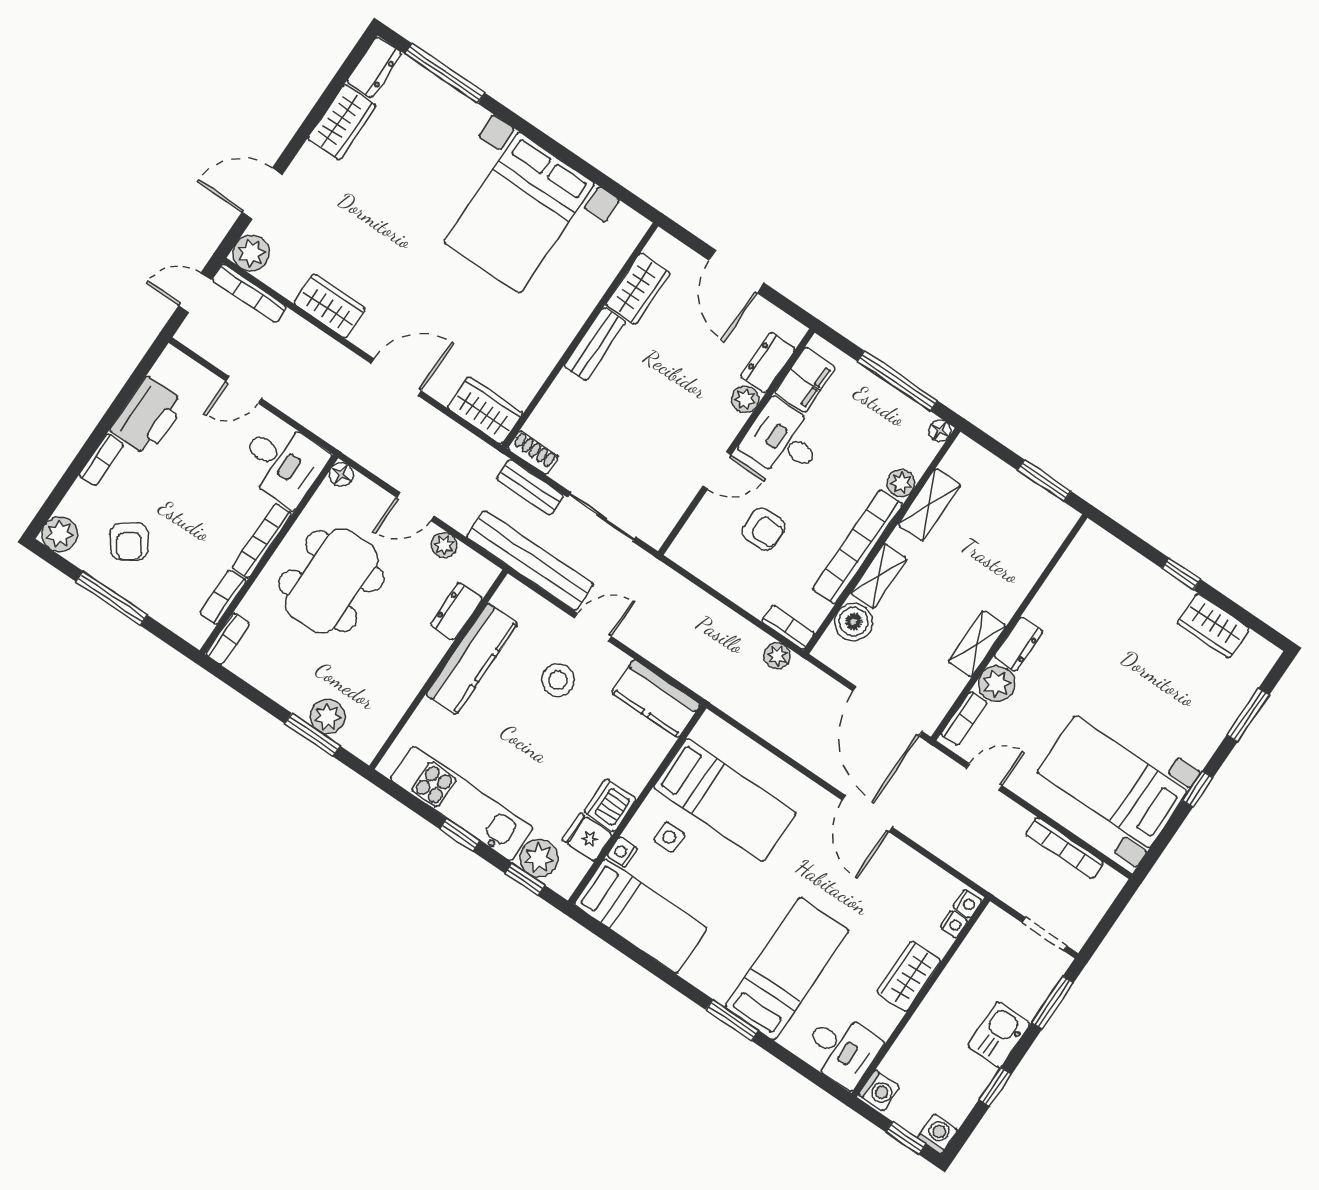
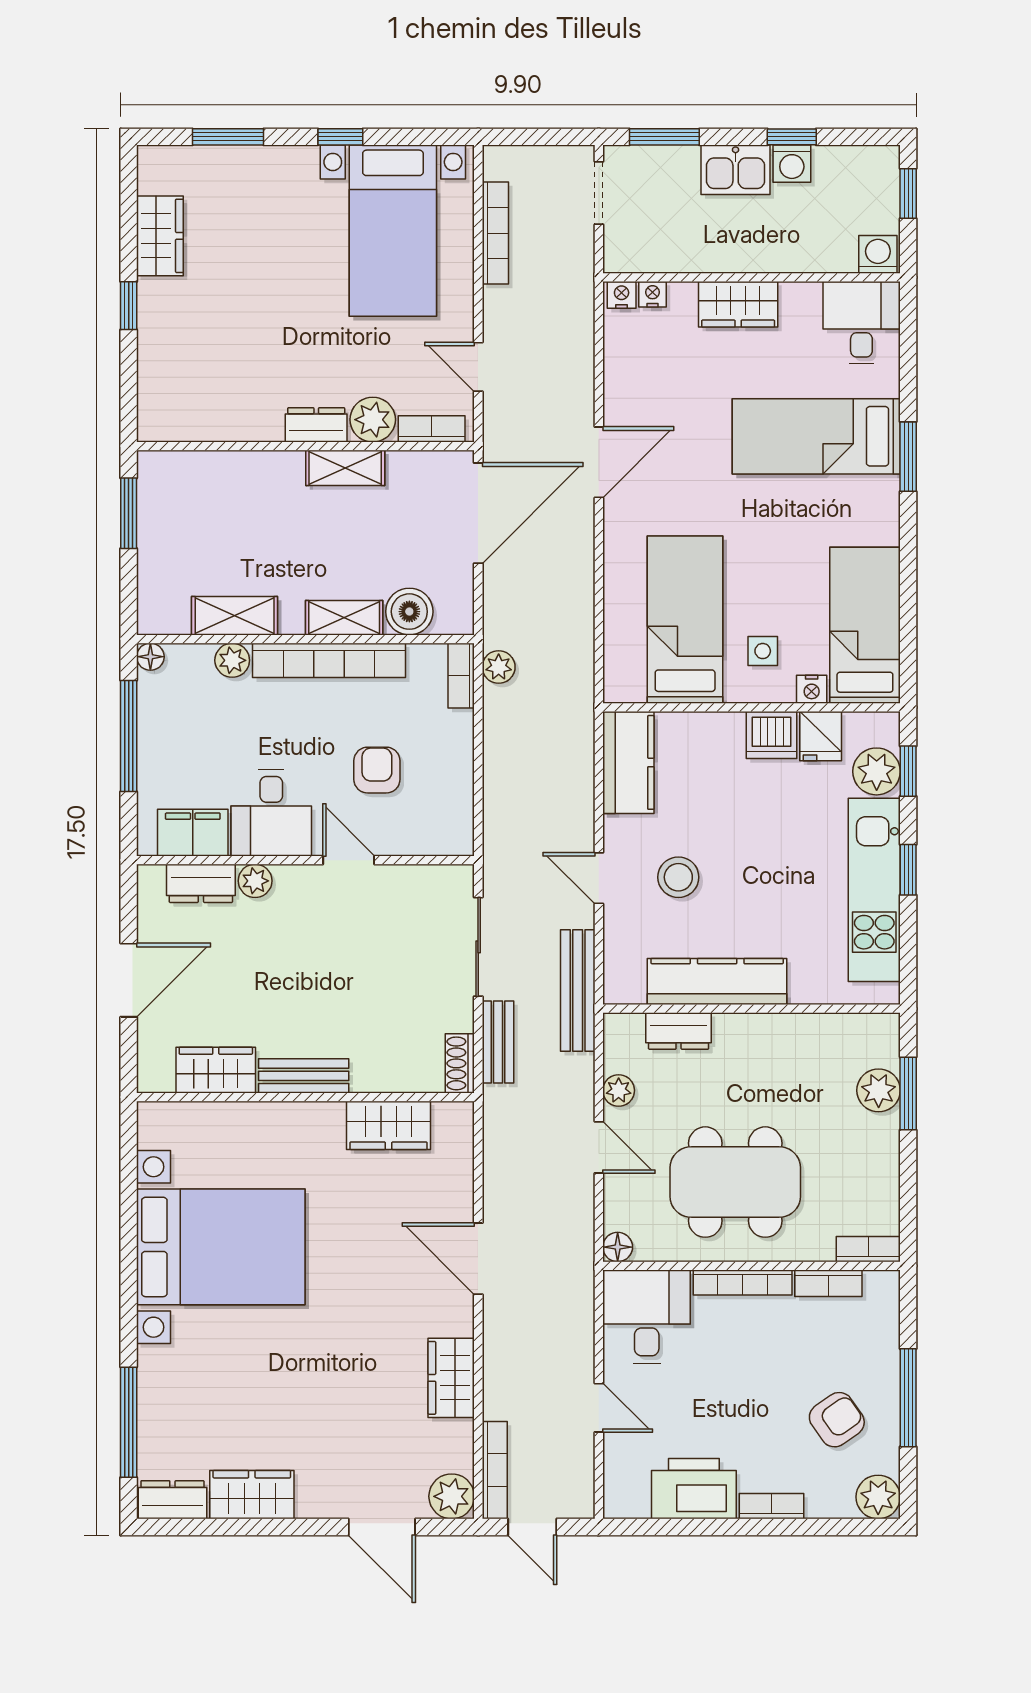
wardrobe: (485, 410) -> (389, 1125), moved, turned -90
bench: (530, 561) -> (578, 991), width x0.73, depth x0.82
washing machine: (938, 1134) -> (792, 164), moved, turned -90

